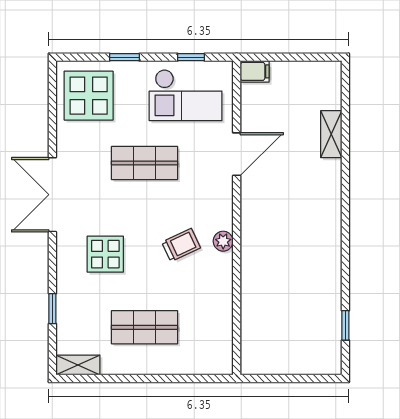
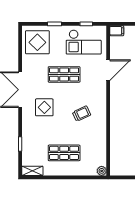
plant: (223, 241) -> (102, 171), moved
display table: (105, 254) -> (44, 107), moved

